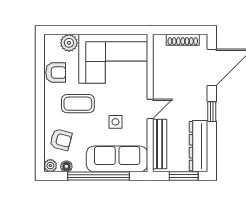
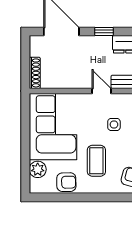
shoe rack: (183, 40) -> (35, 73), moved
armchair: (56, 73) -> (66, 182), turned 89

